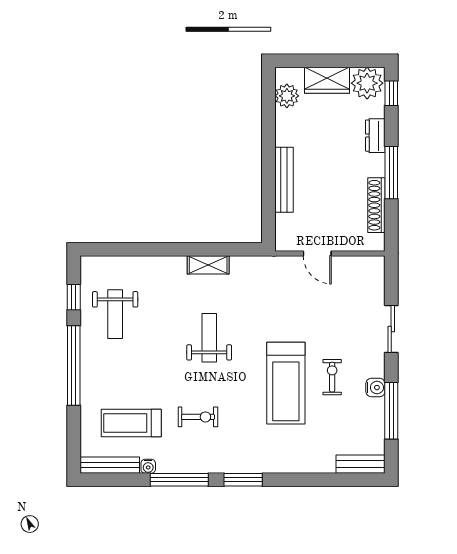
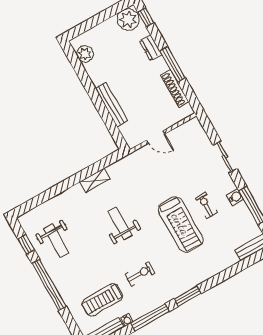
wardrobe: (327, 80) -> (104, 31), removed

